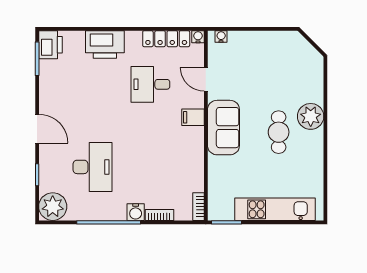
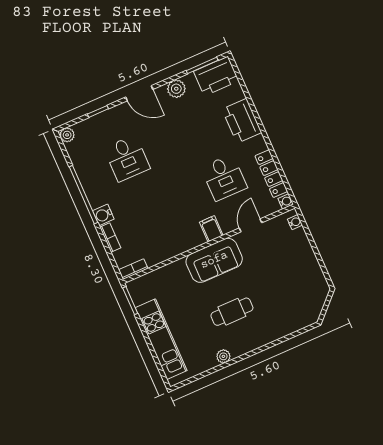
printer: (50, 45) -> (216, 76), width x1.37, depth x1.19
desk: (150, 84) -> (224, 177), turned 180
plant: (48, 92) -> (176, 89), added
plant: (311, 116) -> (223, 356), moved, width x0.53, depth x0.53
door: (37, 129) -> (139, 93), hinge flipped
desk: (93, 167) -> (127, 158), width x0.73
plant: (53, 207) -> (67, 135), width x0.53, depth x0.53

